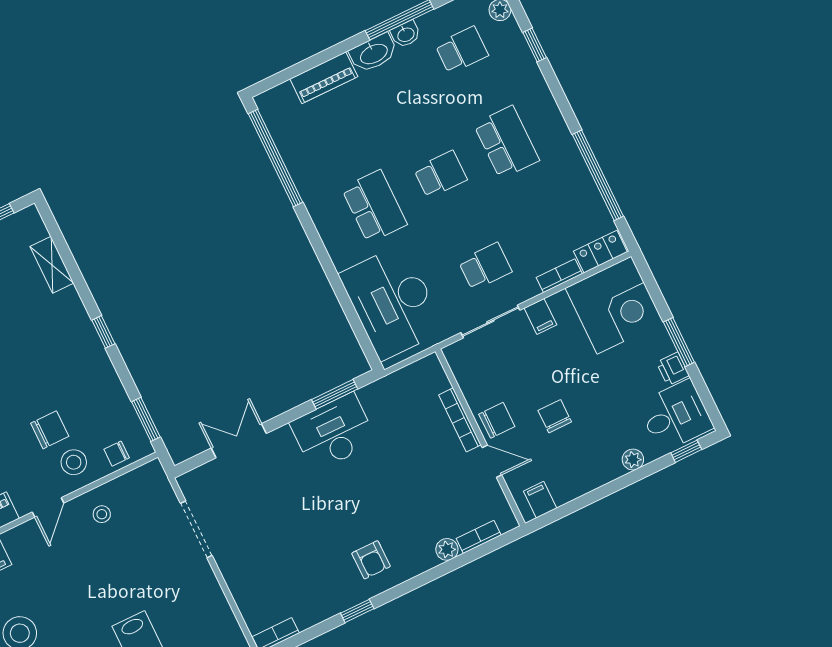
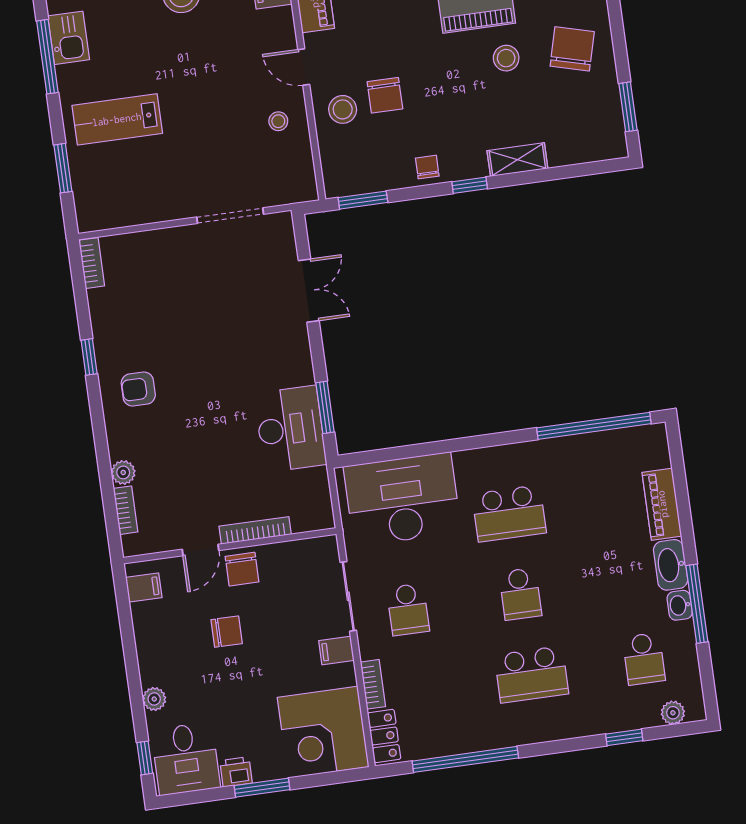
shelving: (52, 265) -> (517, 160), moved
desk: (333, 432) -> (290, 429), moved
chair: (117, 454) -> (427, 167), moved

